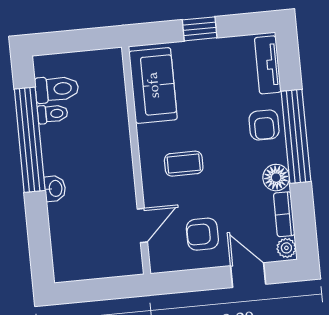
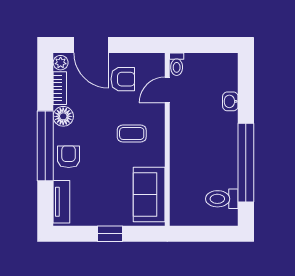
toilet: (53, 114) -> (177, 64), moved, turned -90
washbasin: (55, 189) -> (230, 101), moved
door: (248, 275) -> (91, 45), width x1.38

